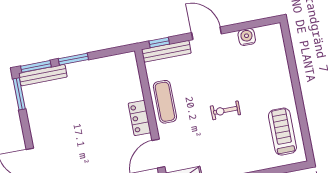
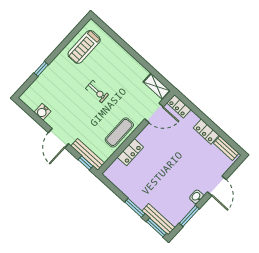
window: (293, 69) -> (41, 69), added
window: (19, 94) -> (189, 216), moved
locker: (139, 118) -> (130, 152), moved
washbasin: (37, 133) -> (197, 197), added

